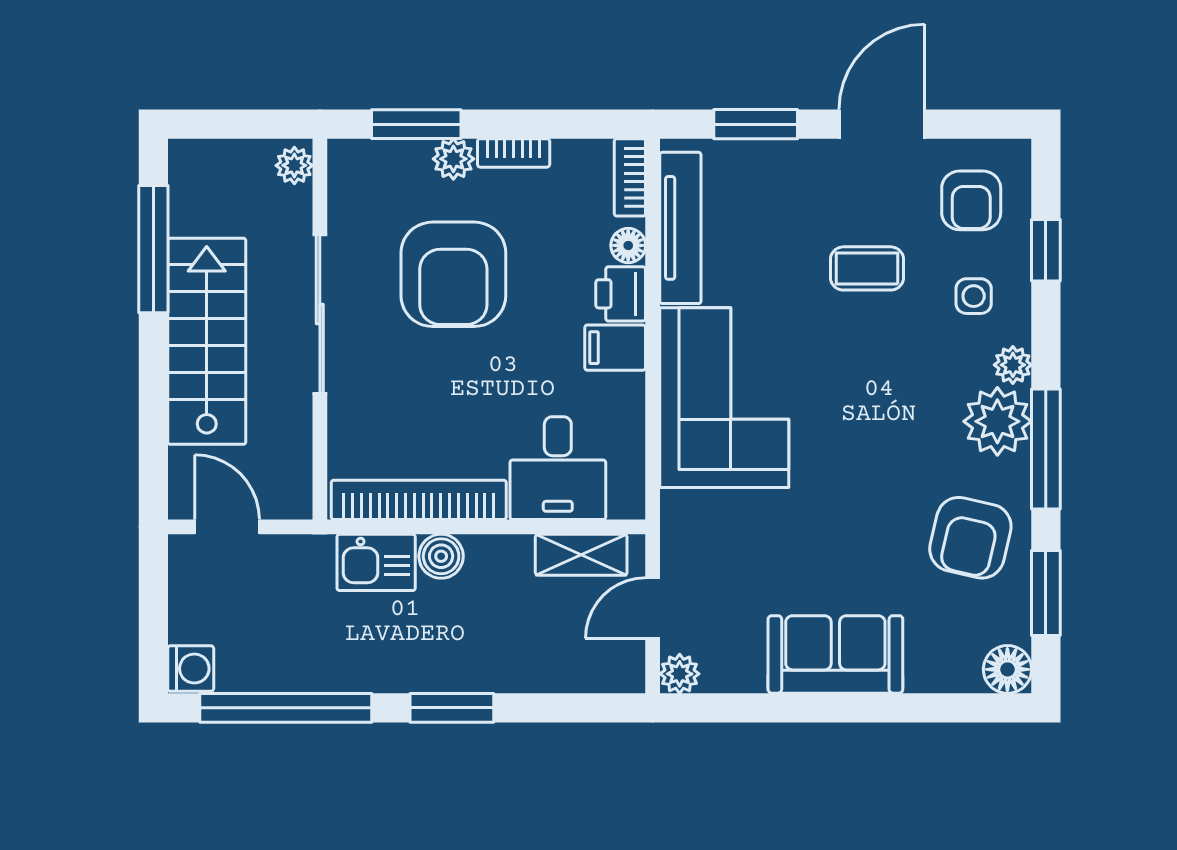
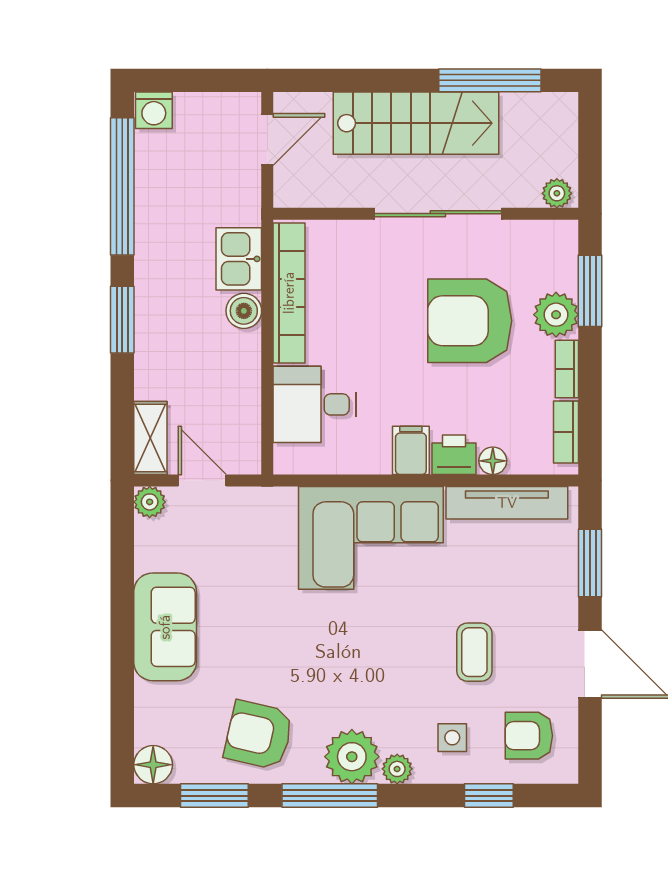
plant: (453, 159) -> (556, 315), width x1.38, depth x1.38
bookcase: (630, 177) -> (566, 432), moved, turned -90
shelving: (581, 555) -> (150, 438), moved

